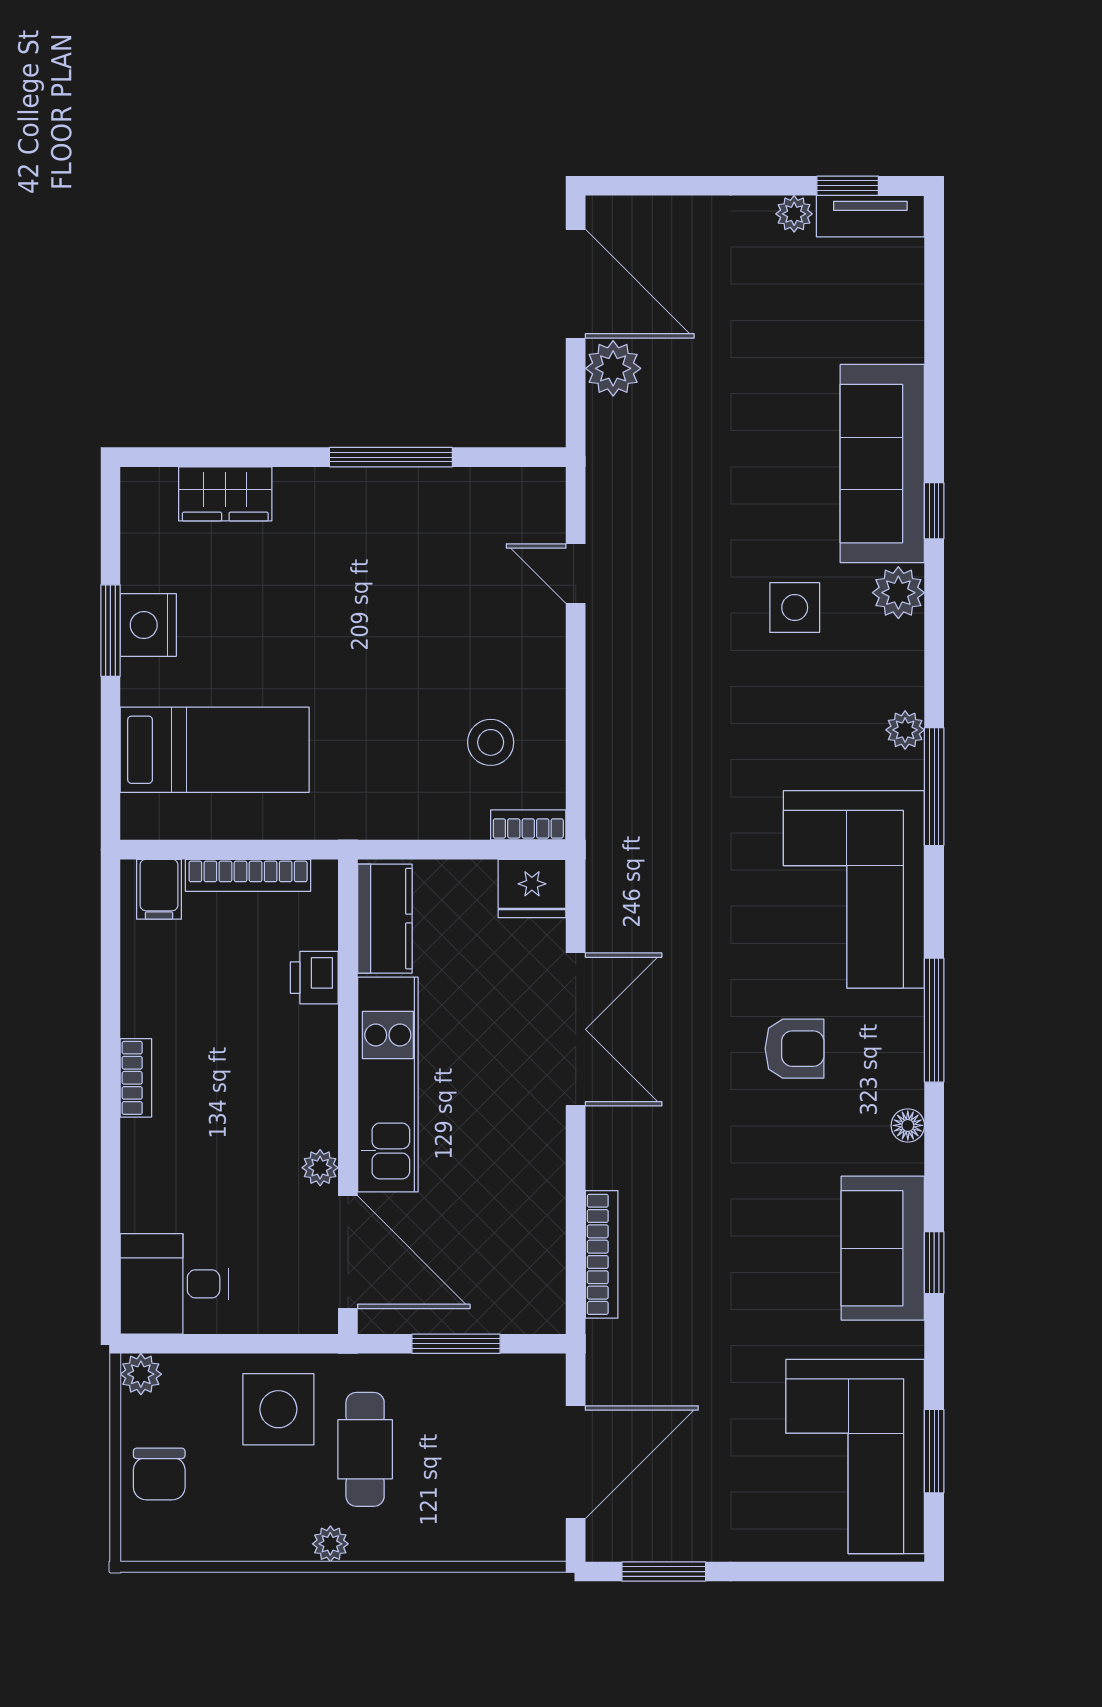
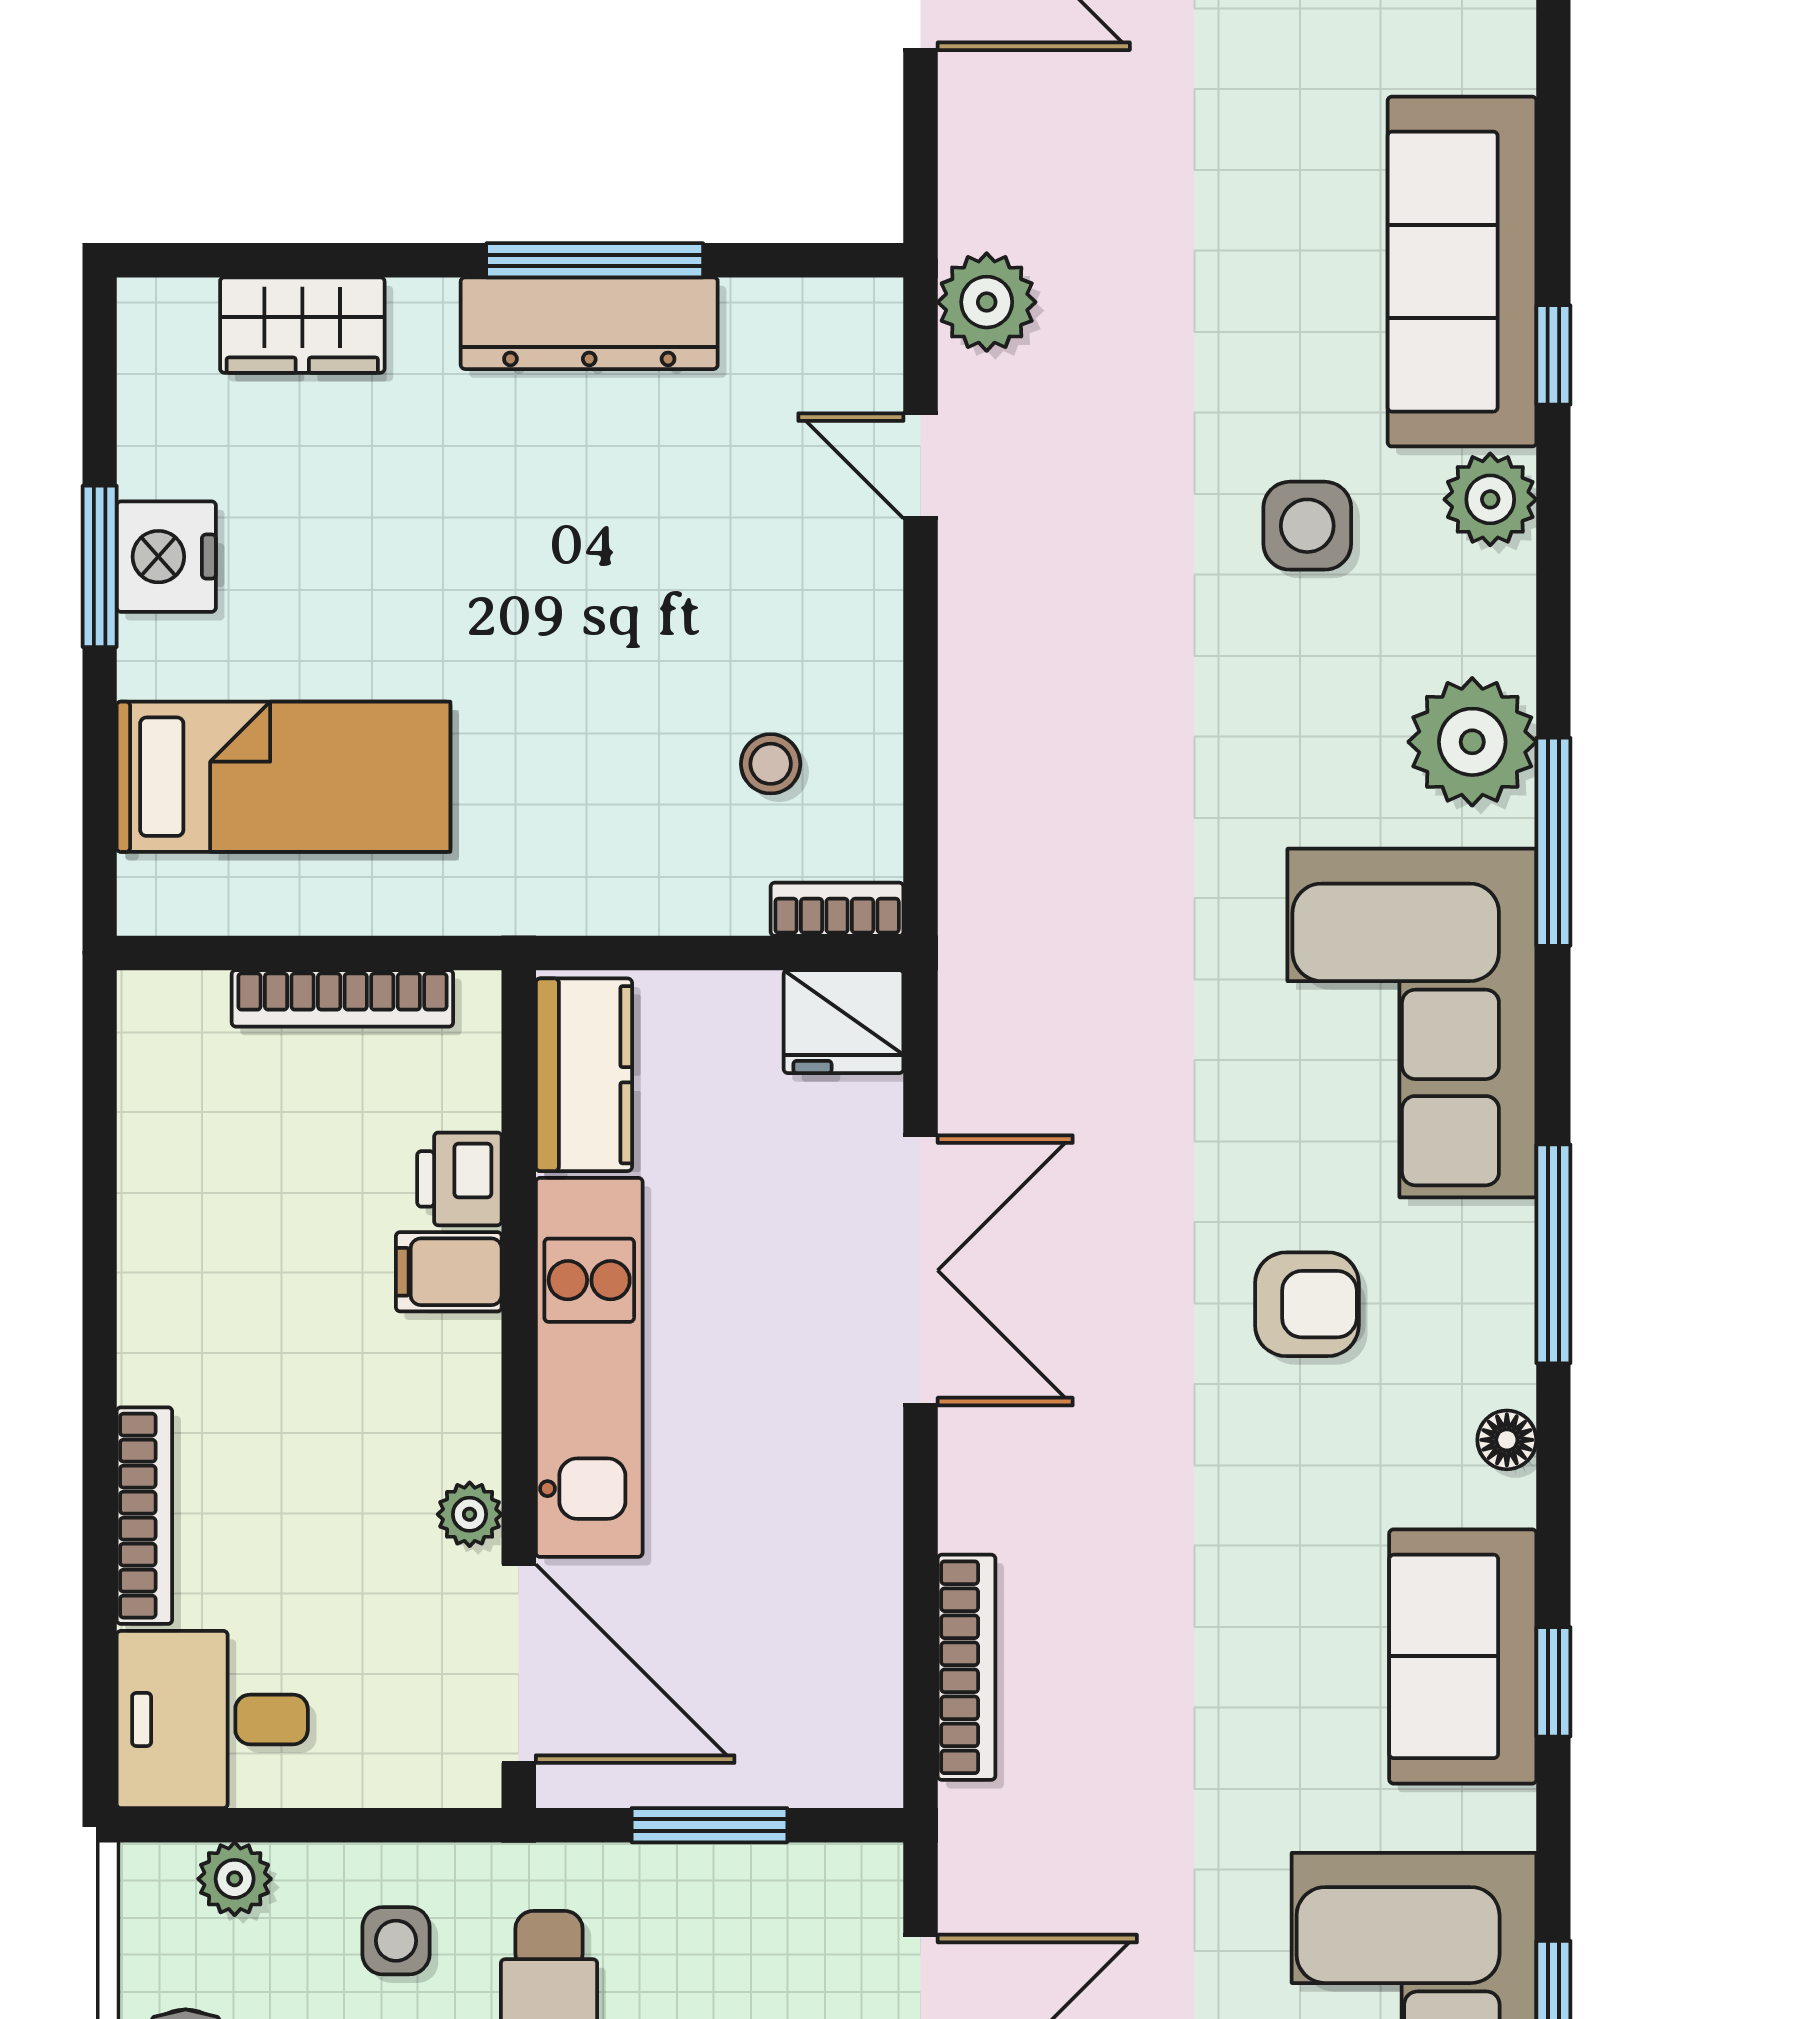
plant: (613, 368) -> (987, 302), moved
dresser: (388, 493) -> (589, 323), added
plant: (905, 730) -> (1472, 742), width x1.88, depth x1.88
stool: (491, 742) -> (771, 764), width x0.73, depth x0.73
filing cabinet: (159, 889) -> (449, 1272), moved, turned 90
bookcase: (136, 1078) -> (144, 1516), moved, width x1.56
plant: (141, 1374) -> (235, 1879), moved
side table: (278, 1409) -> (396, 1941), width x0.54, depth x0.54

